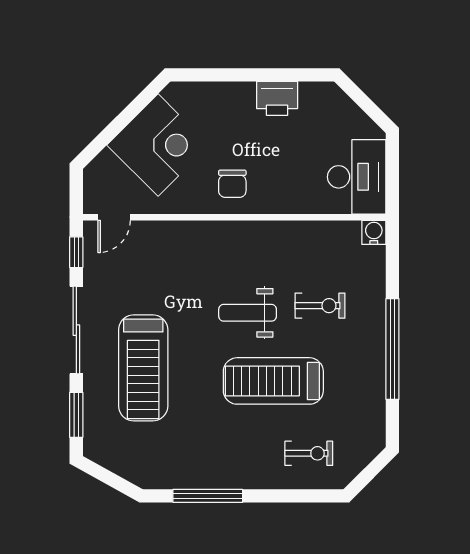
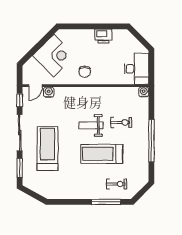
water cooler: (146, 233) -> (49, 92), added
treadmill: (143, 368) -> (48, 148), turned 180
window: (208, 496) -> (106, 202), moved

